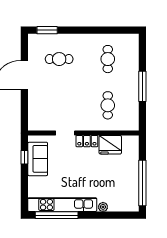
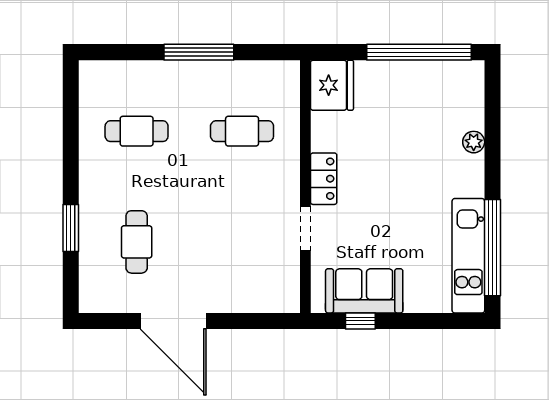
window: (47, 30) -> (71, 228), moved
fridge: (110, 145) -> (332, 85), moved
kitchen unit: (62, 205) -> (468, 256), width x0.73

